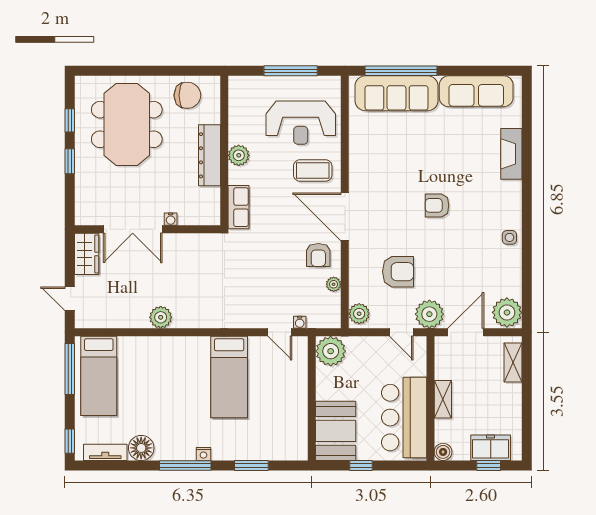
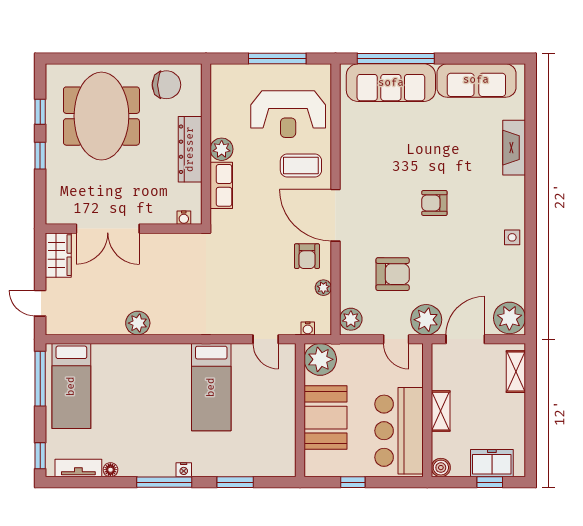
row of seats: (239, 207) -> (221, 185), moved
water cooler: (171, 219) -> (184, 218), moved
water cooler: (300, 322) -> (308, 328), moved
booth: (336, 431) -> (326, 418), moved
floor lamp: (141, 448) -> (110, 470), width x0.53, depth x0.53

